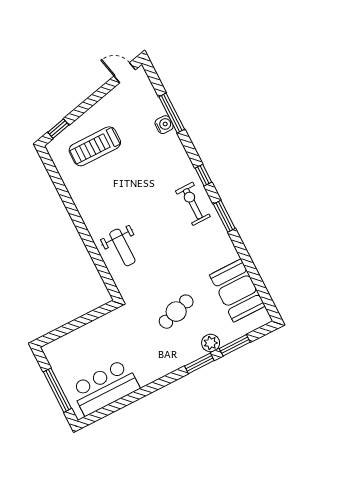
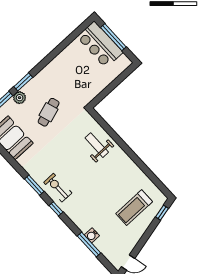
treadmill: (95, 146) -> (134, 208), turned 180
exercise bike: (193, 204) -> (58, 188), turned 180
bar counter: (105, 387) -> (100, 45), moved, turned 90

